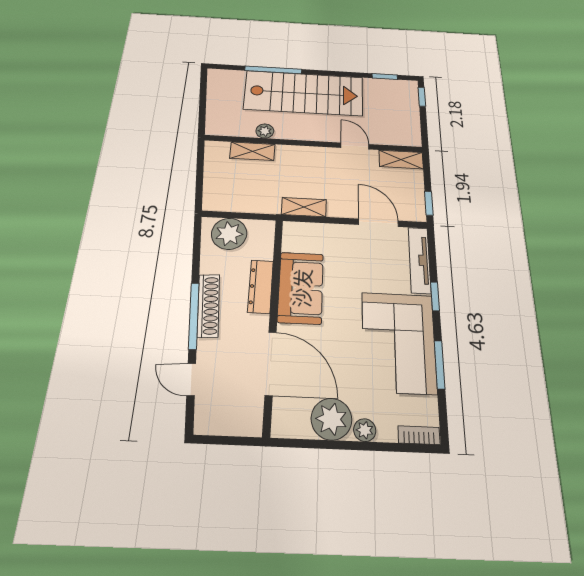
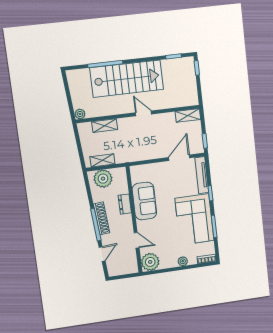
plant: (265, 131) -> (80, 114), moved
door: (355, 146) -> (143, 113), moved
shelving: (304, 207) -> (102, 160), moved
door: (378, 223) -> (179, 158), hinge flipped
dresser: (261, 286) -> (125, 204), width x0.70
door: (271, 363) -> (137, 240), width x0.53
door: (191, 379) -> (102, 254), swing flipped
plant: (331, 419) -> (150, 262), moved

